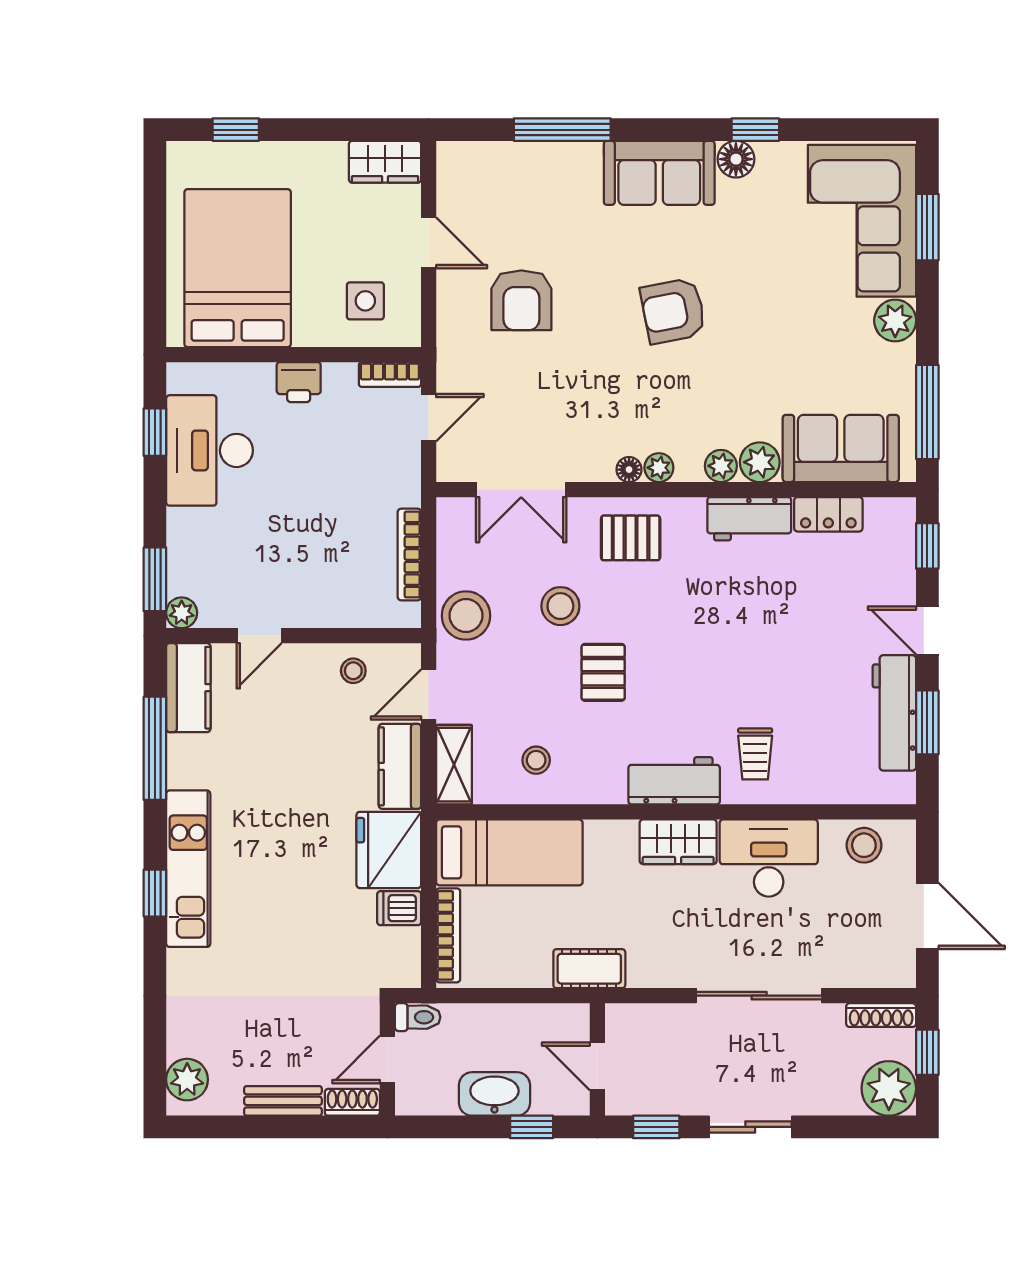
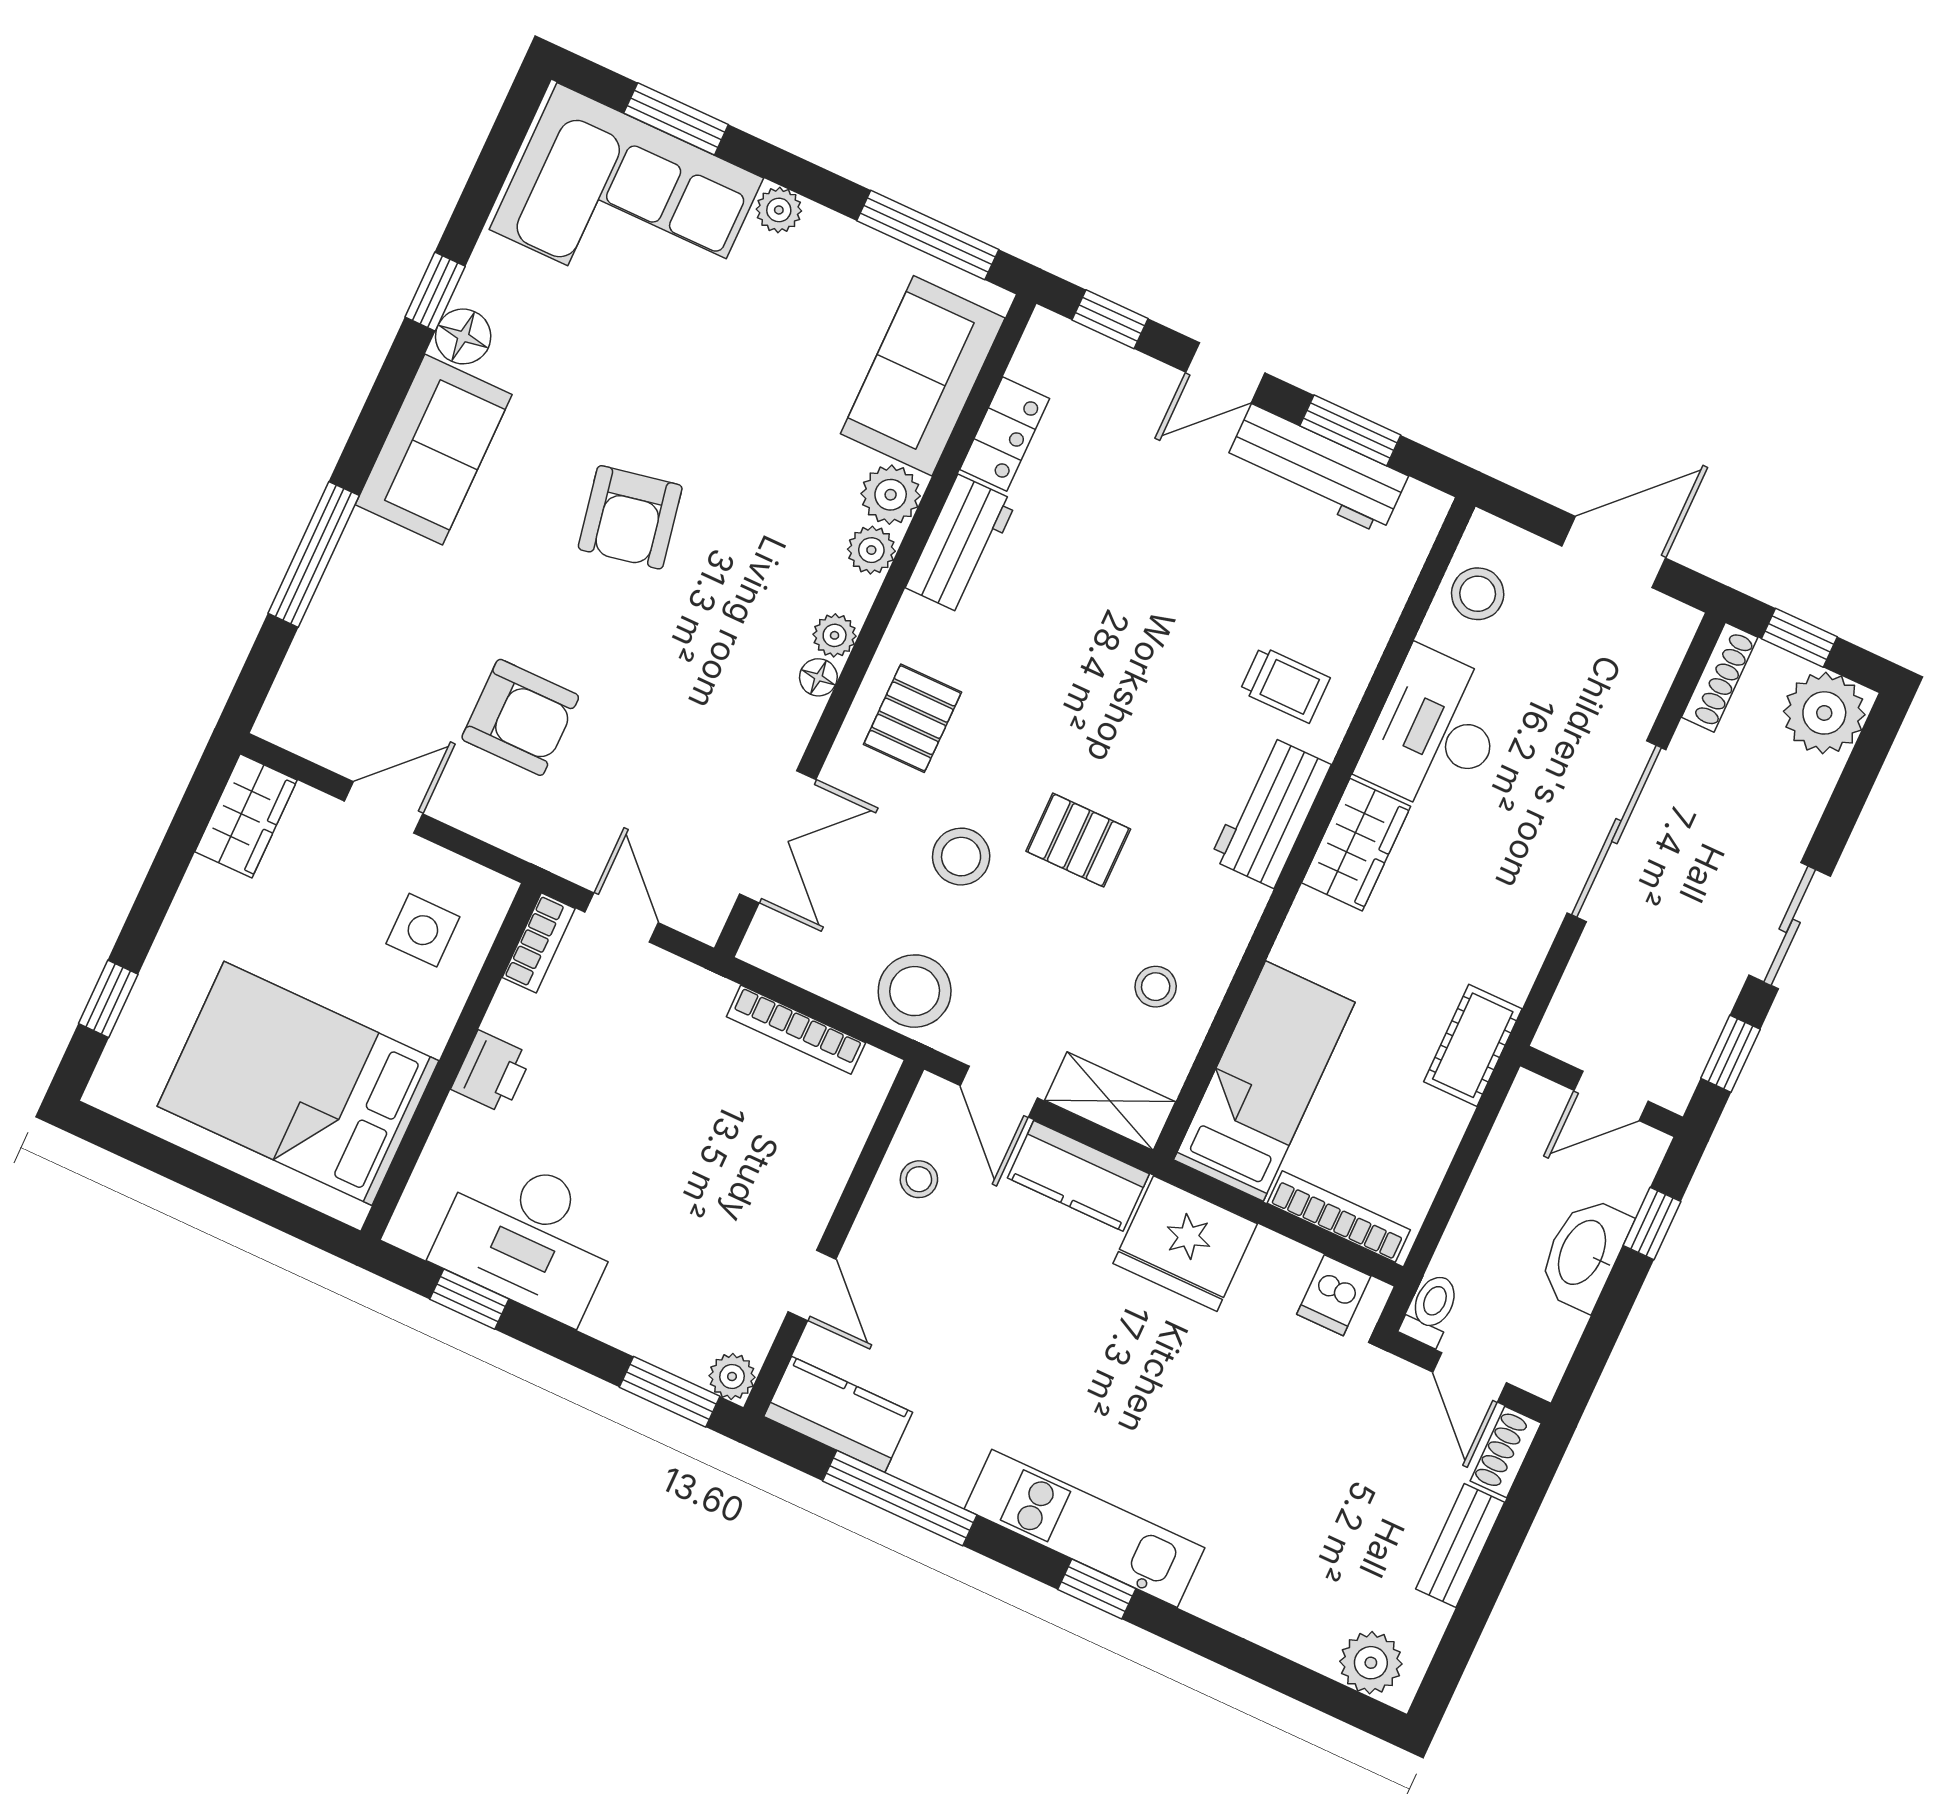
plant: (895, 321) -> (779, 210), width x0.73, depth x0.73
dishwasher: (399, 908) -> (1334, 1295), moved

